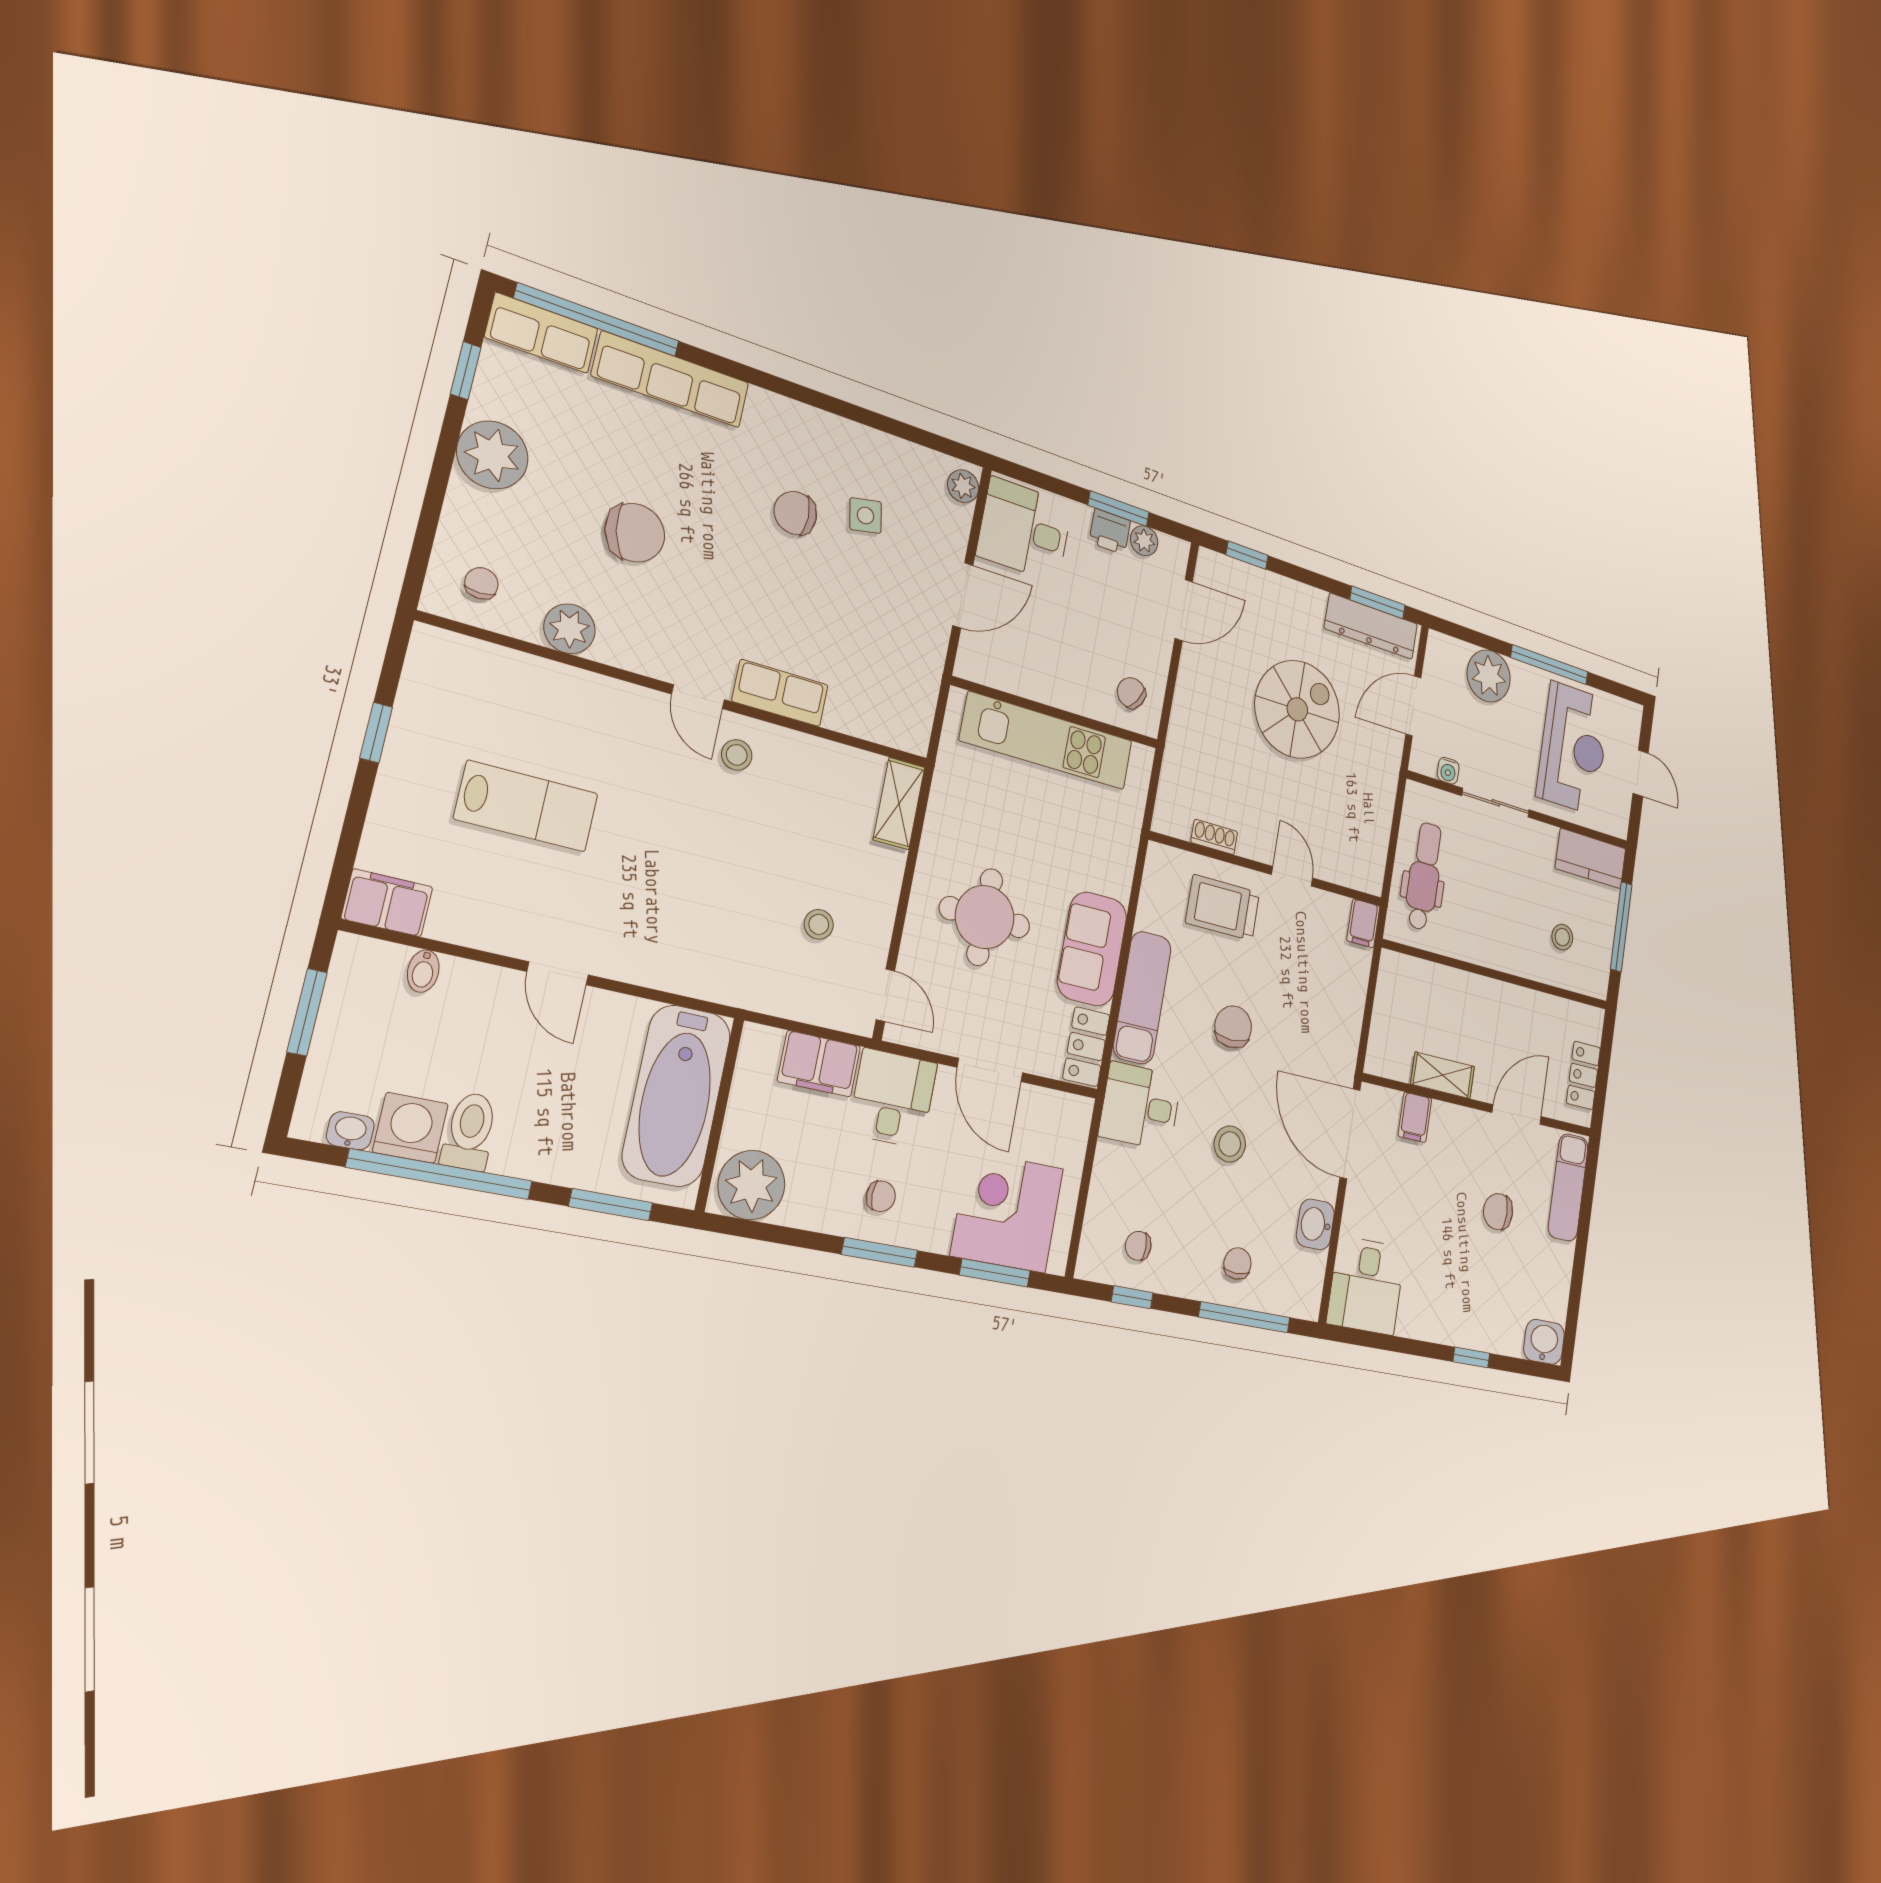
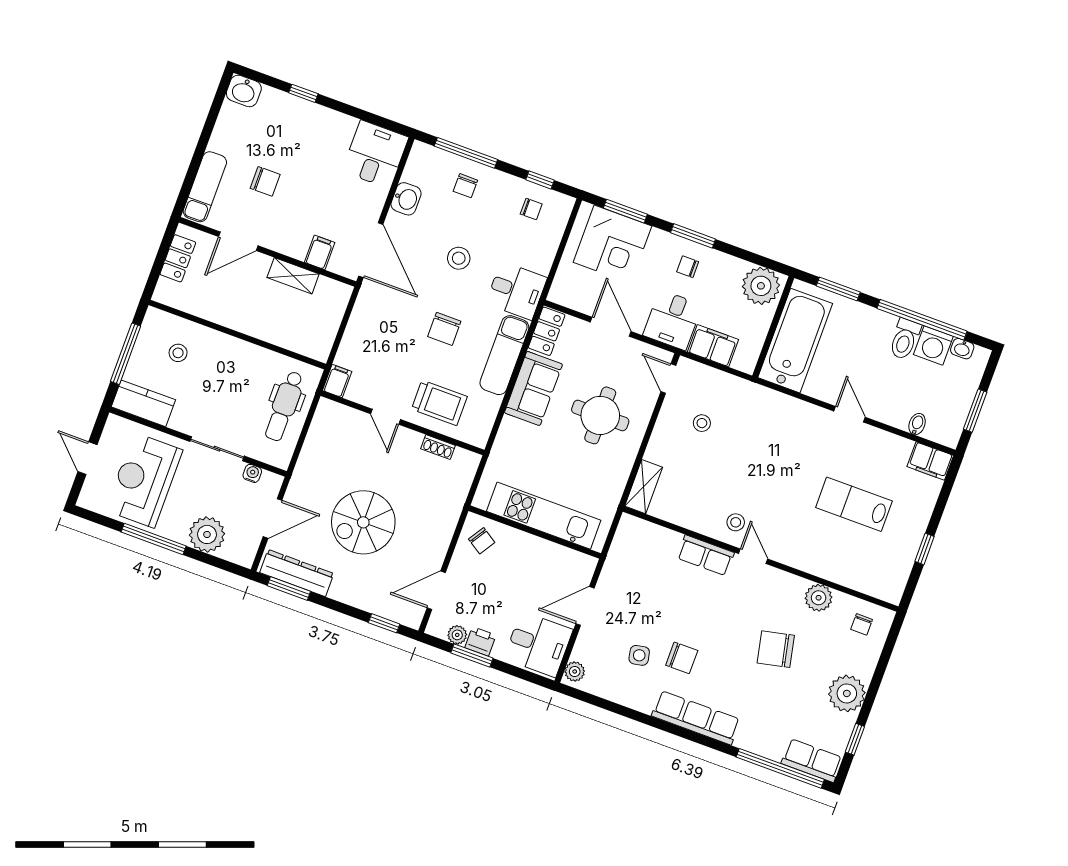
row of seats: (671, 379) -> (696, 718), moved

